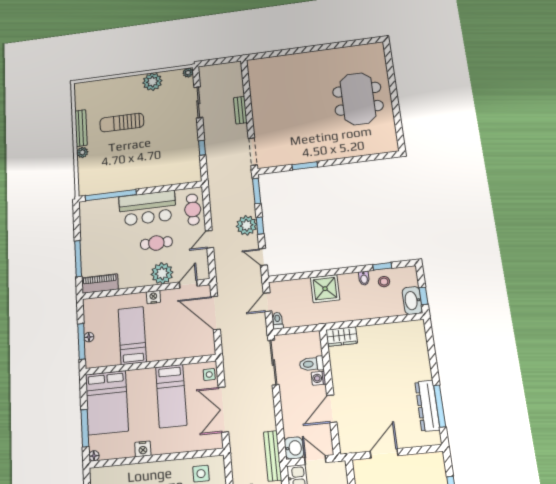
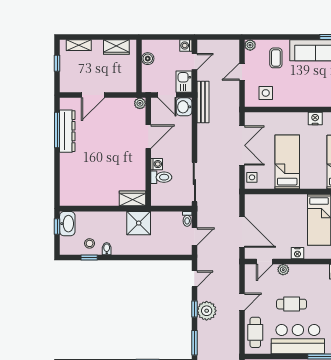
door: (263, 257) -> (194, 279), hinge flipped
plant: (162, 273) -> (283, 270), width x0.53, depth x0.53
shower: (325, 289) -> (139, 223), moved
plant: (346, 447) -> (140, 103), added
door: (384, 453) -> (93, 95), moved

